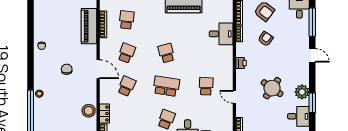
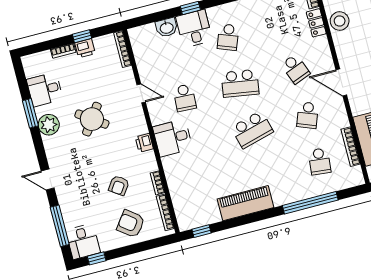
desk: (221, 34) -> (173, 138), moved
school desk: (166, 53) -> (252, 130), width x1.85
school desk: (127, 86) -> (296, 69), turned -45

